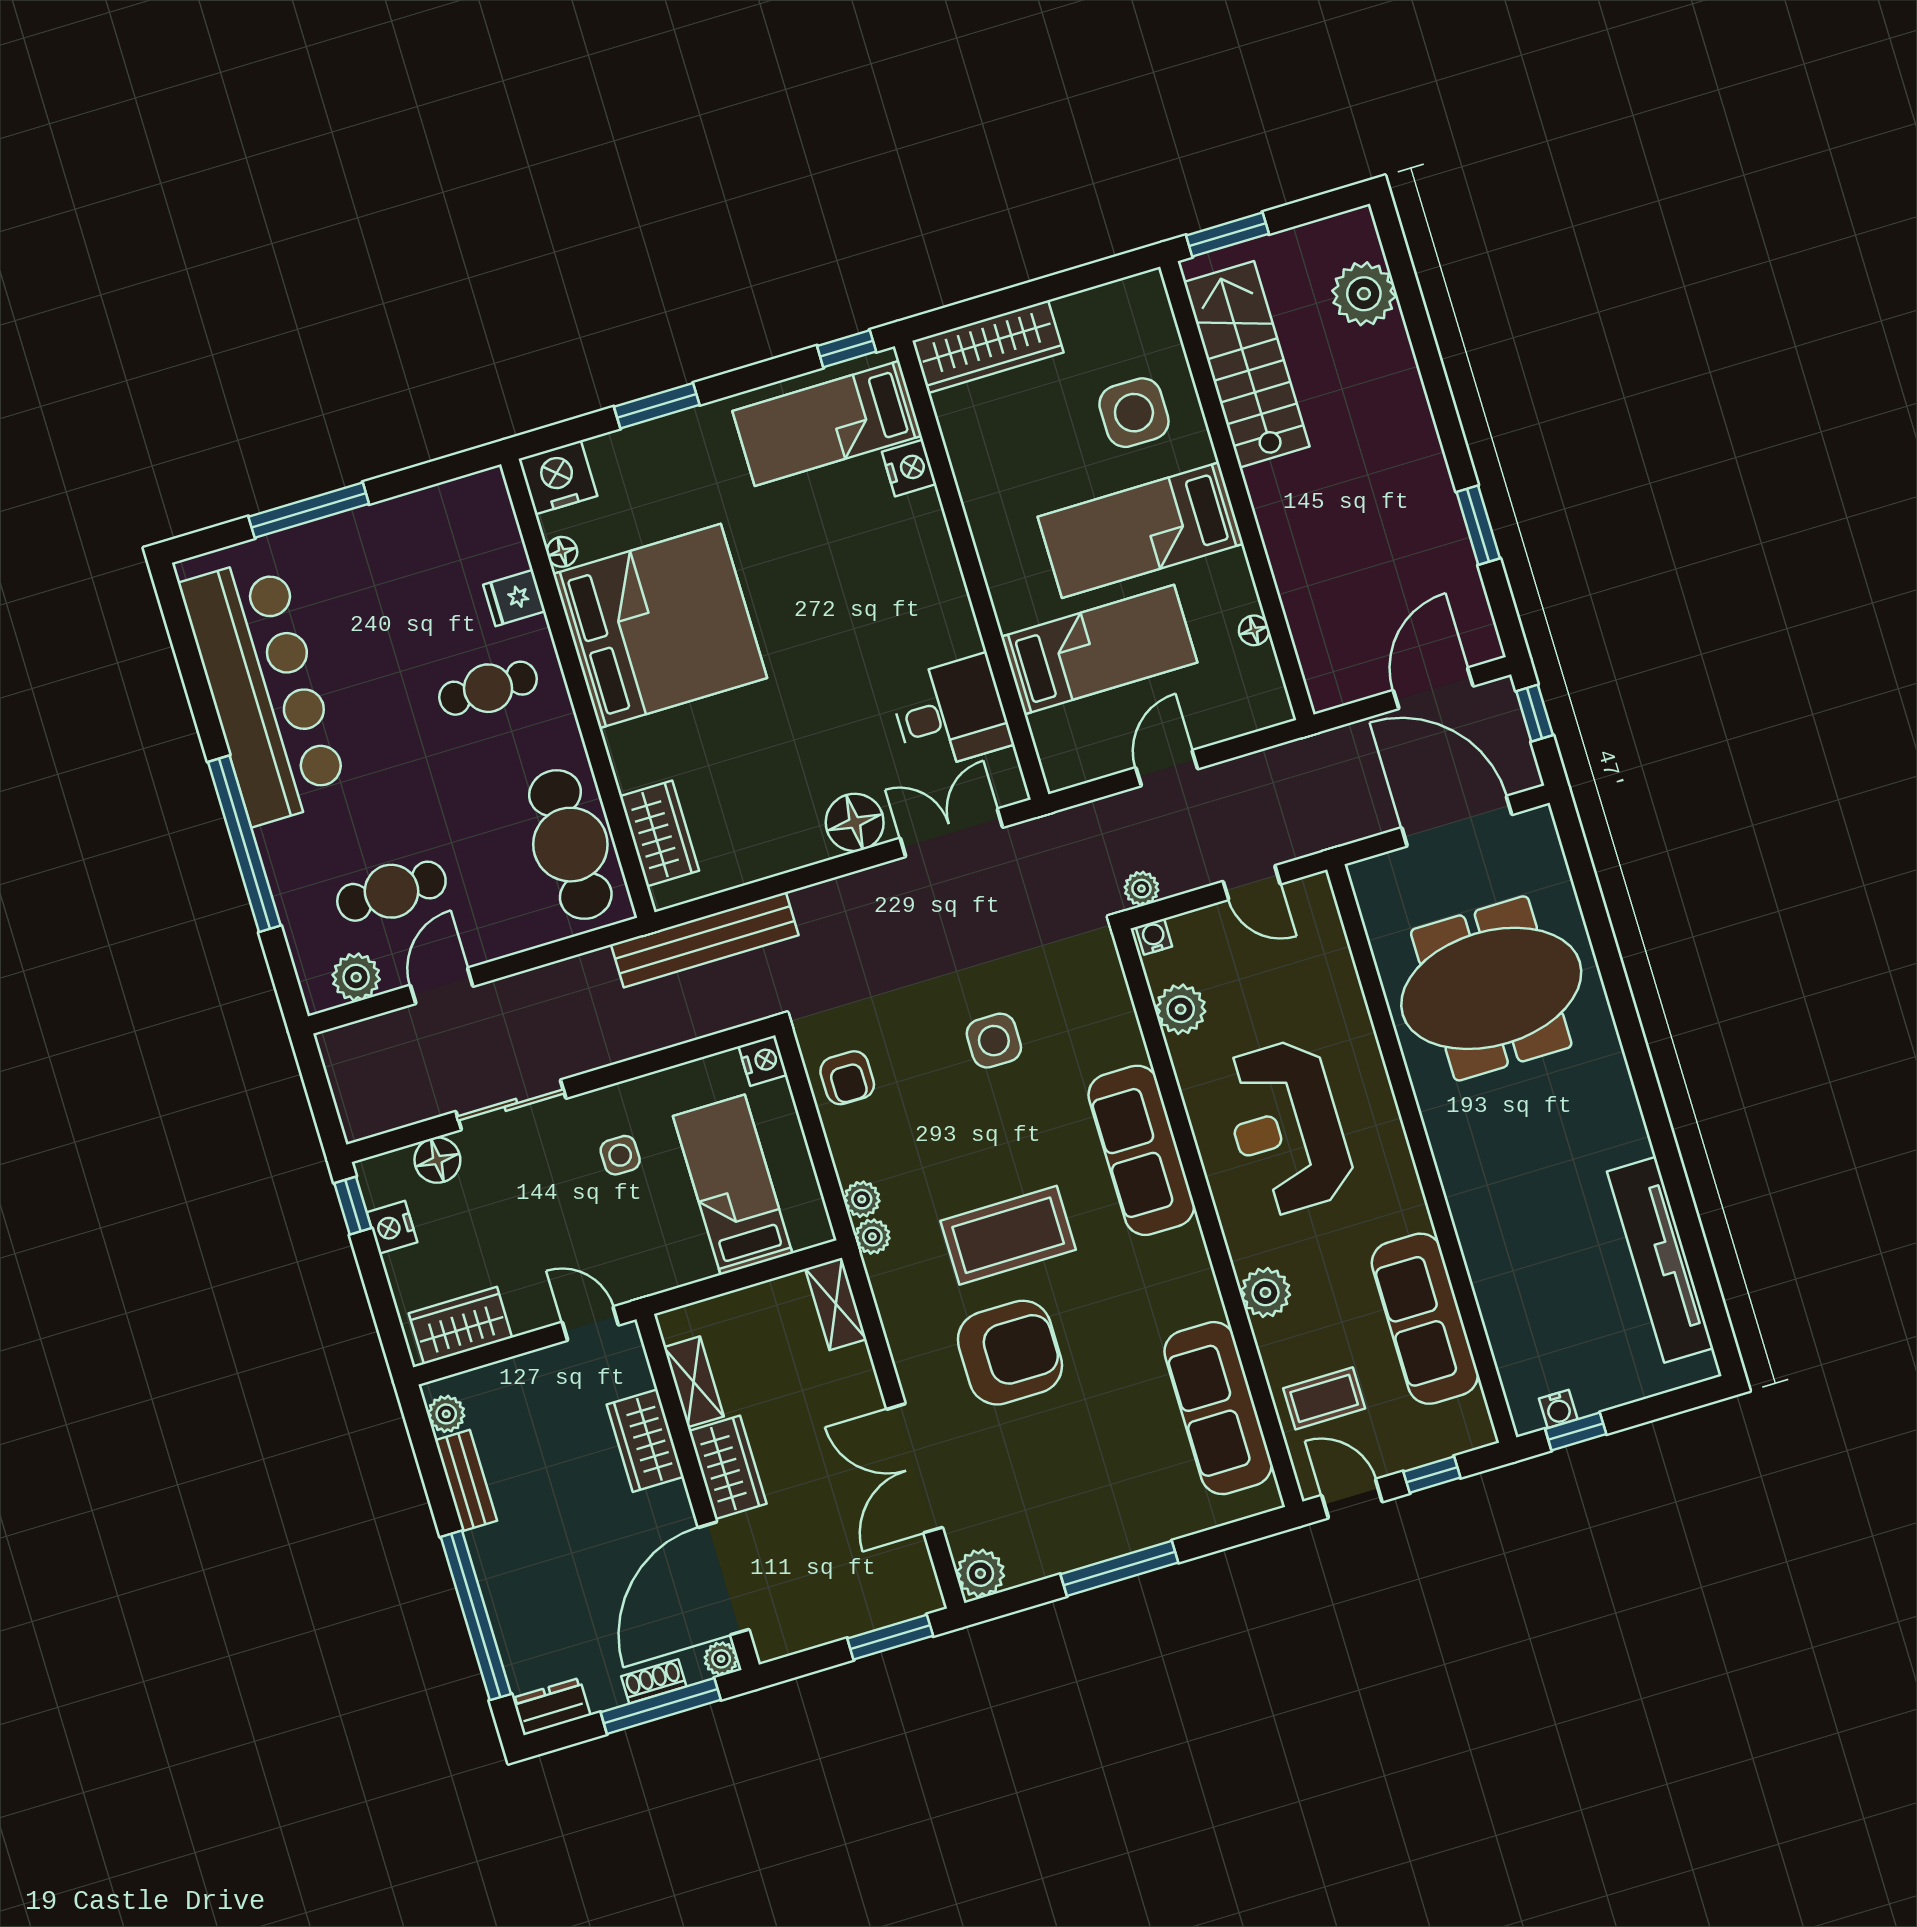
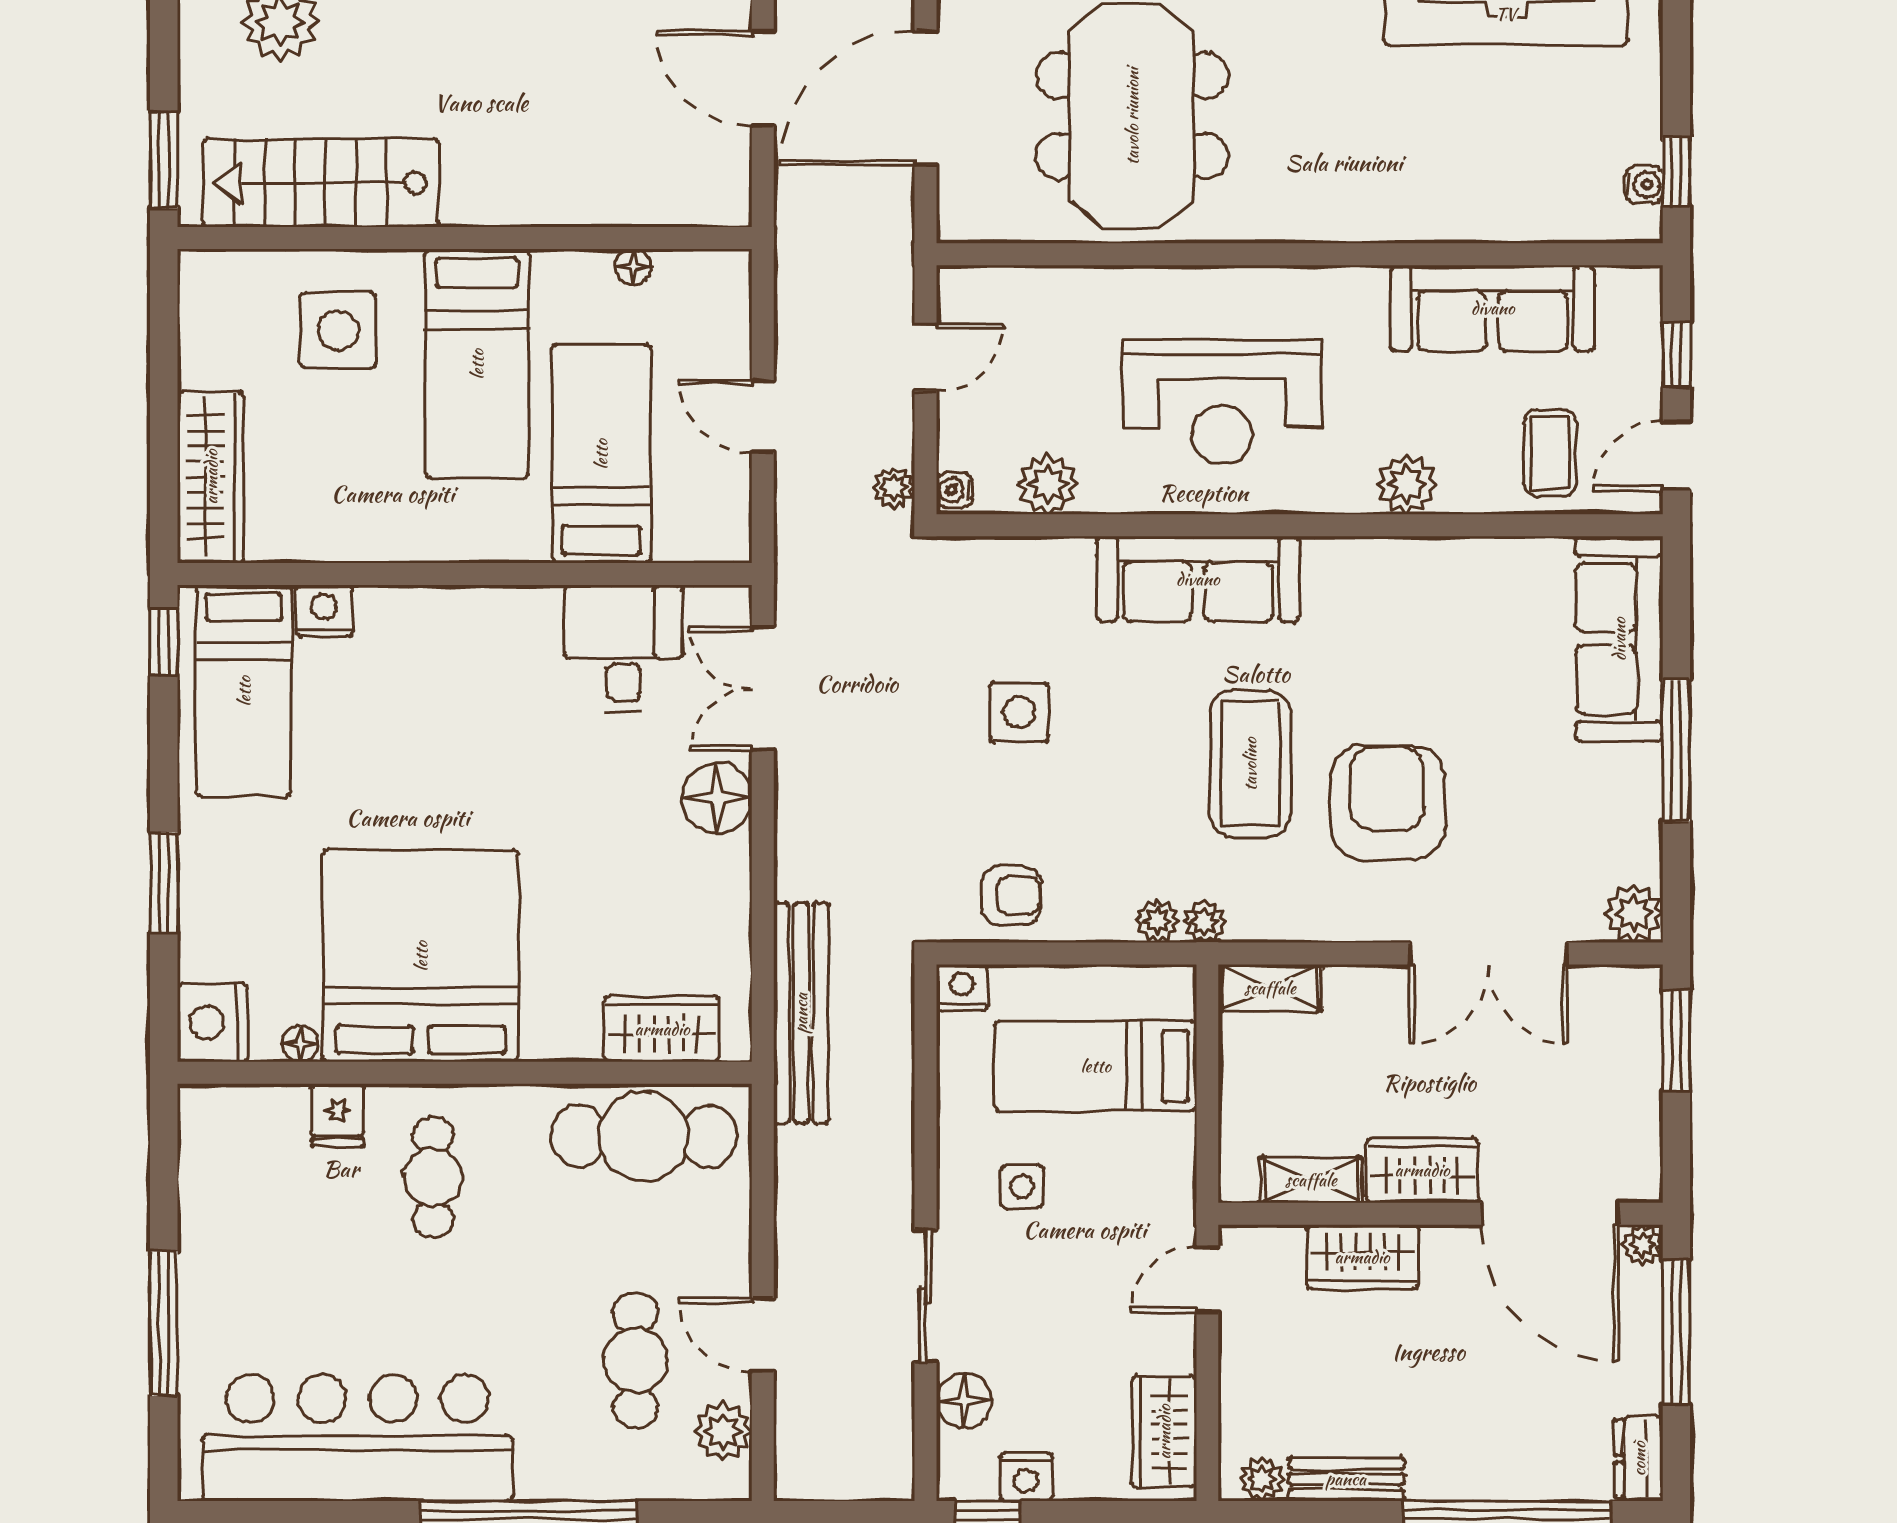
sofa: (1218, 1408) -> (1619, 639), moved, turned 90
shoe rack: (654, 1681) -> (1645, 1331), removed

